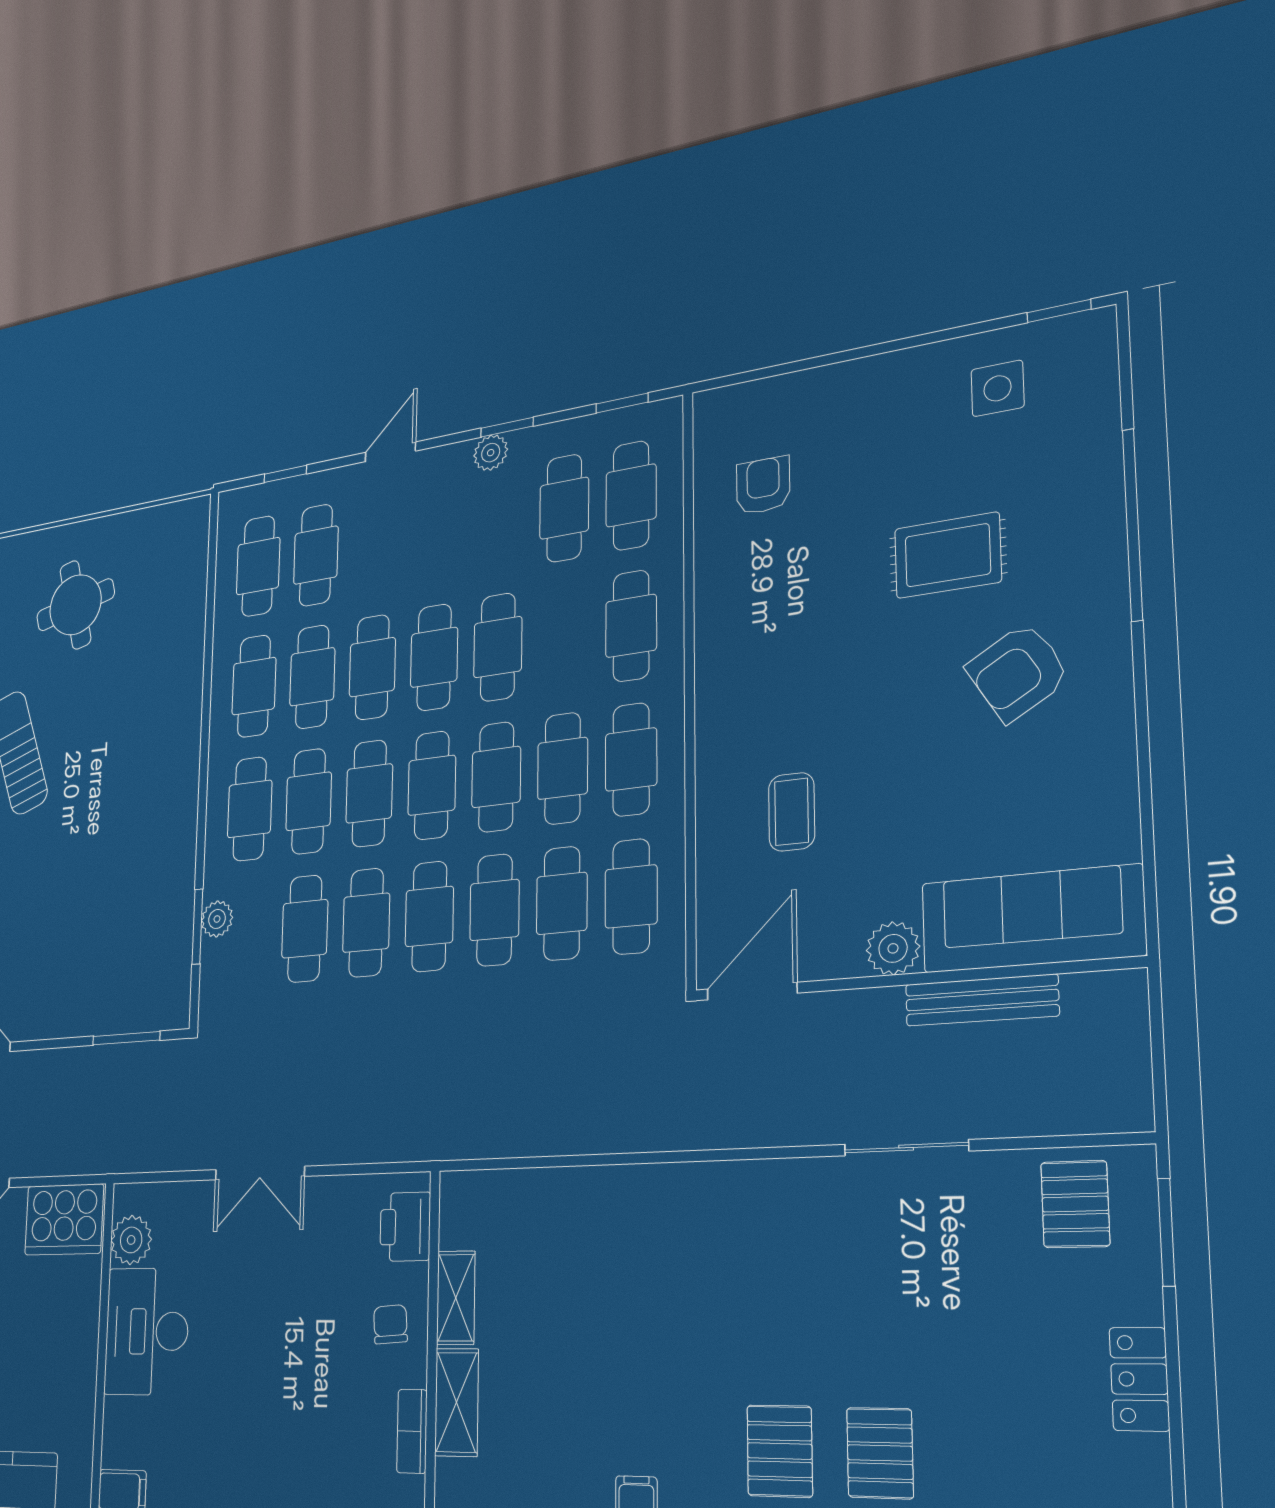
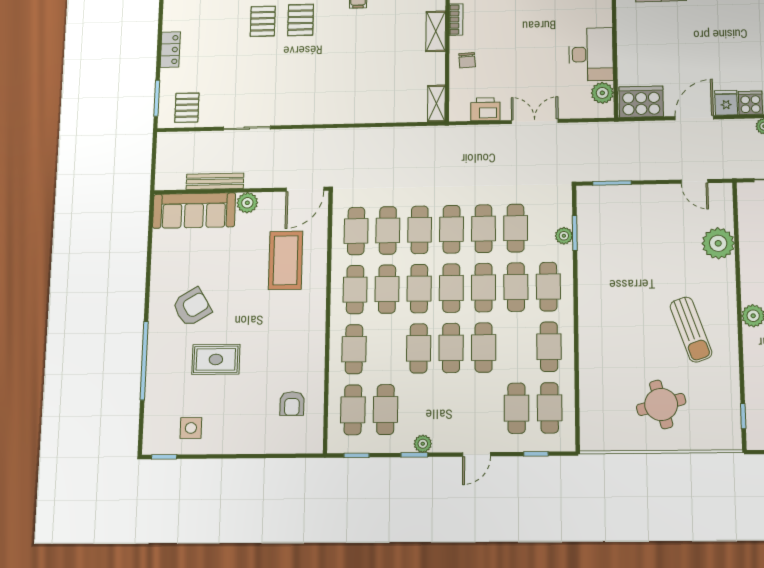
cafe table: (312, 677) -> (516, 347), removed
coffee table: (792, 812) -> (286, 260), width x1.86, depth x1.72
printer: (405, 1227) -> (485, 109), moved, turned -90
shelving: (456, 1298) -> (436, 103), moved

